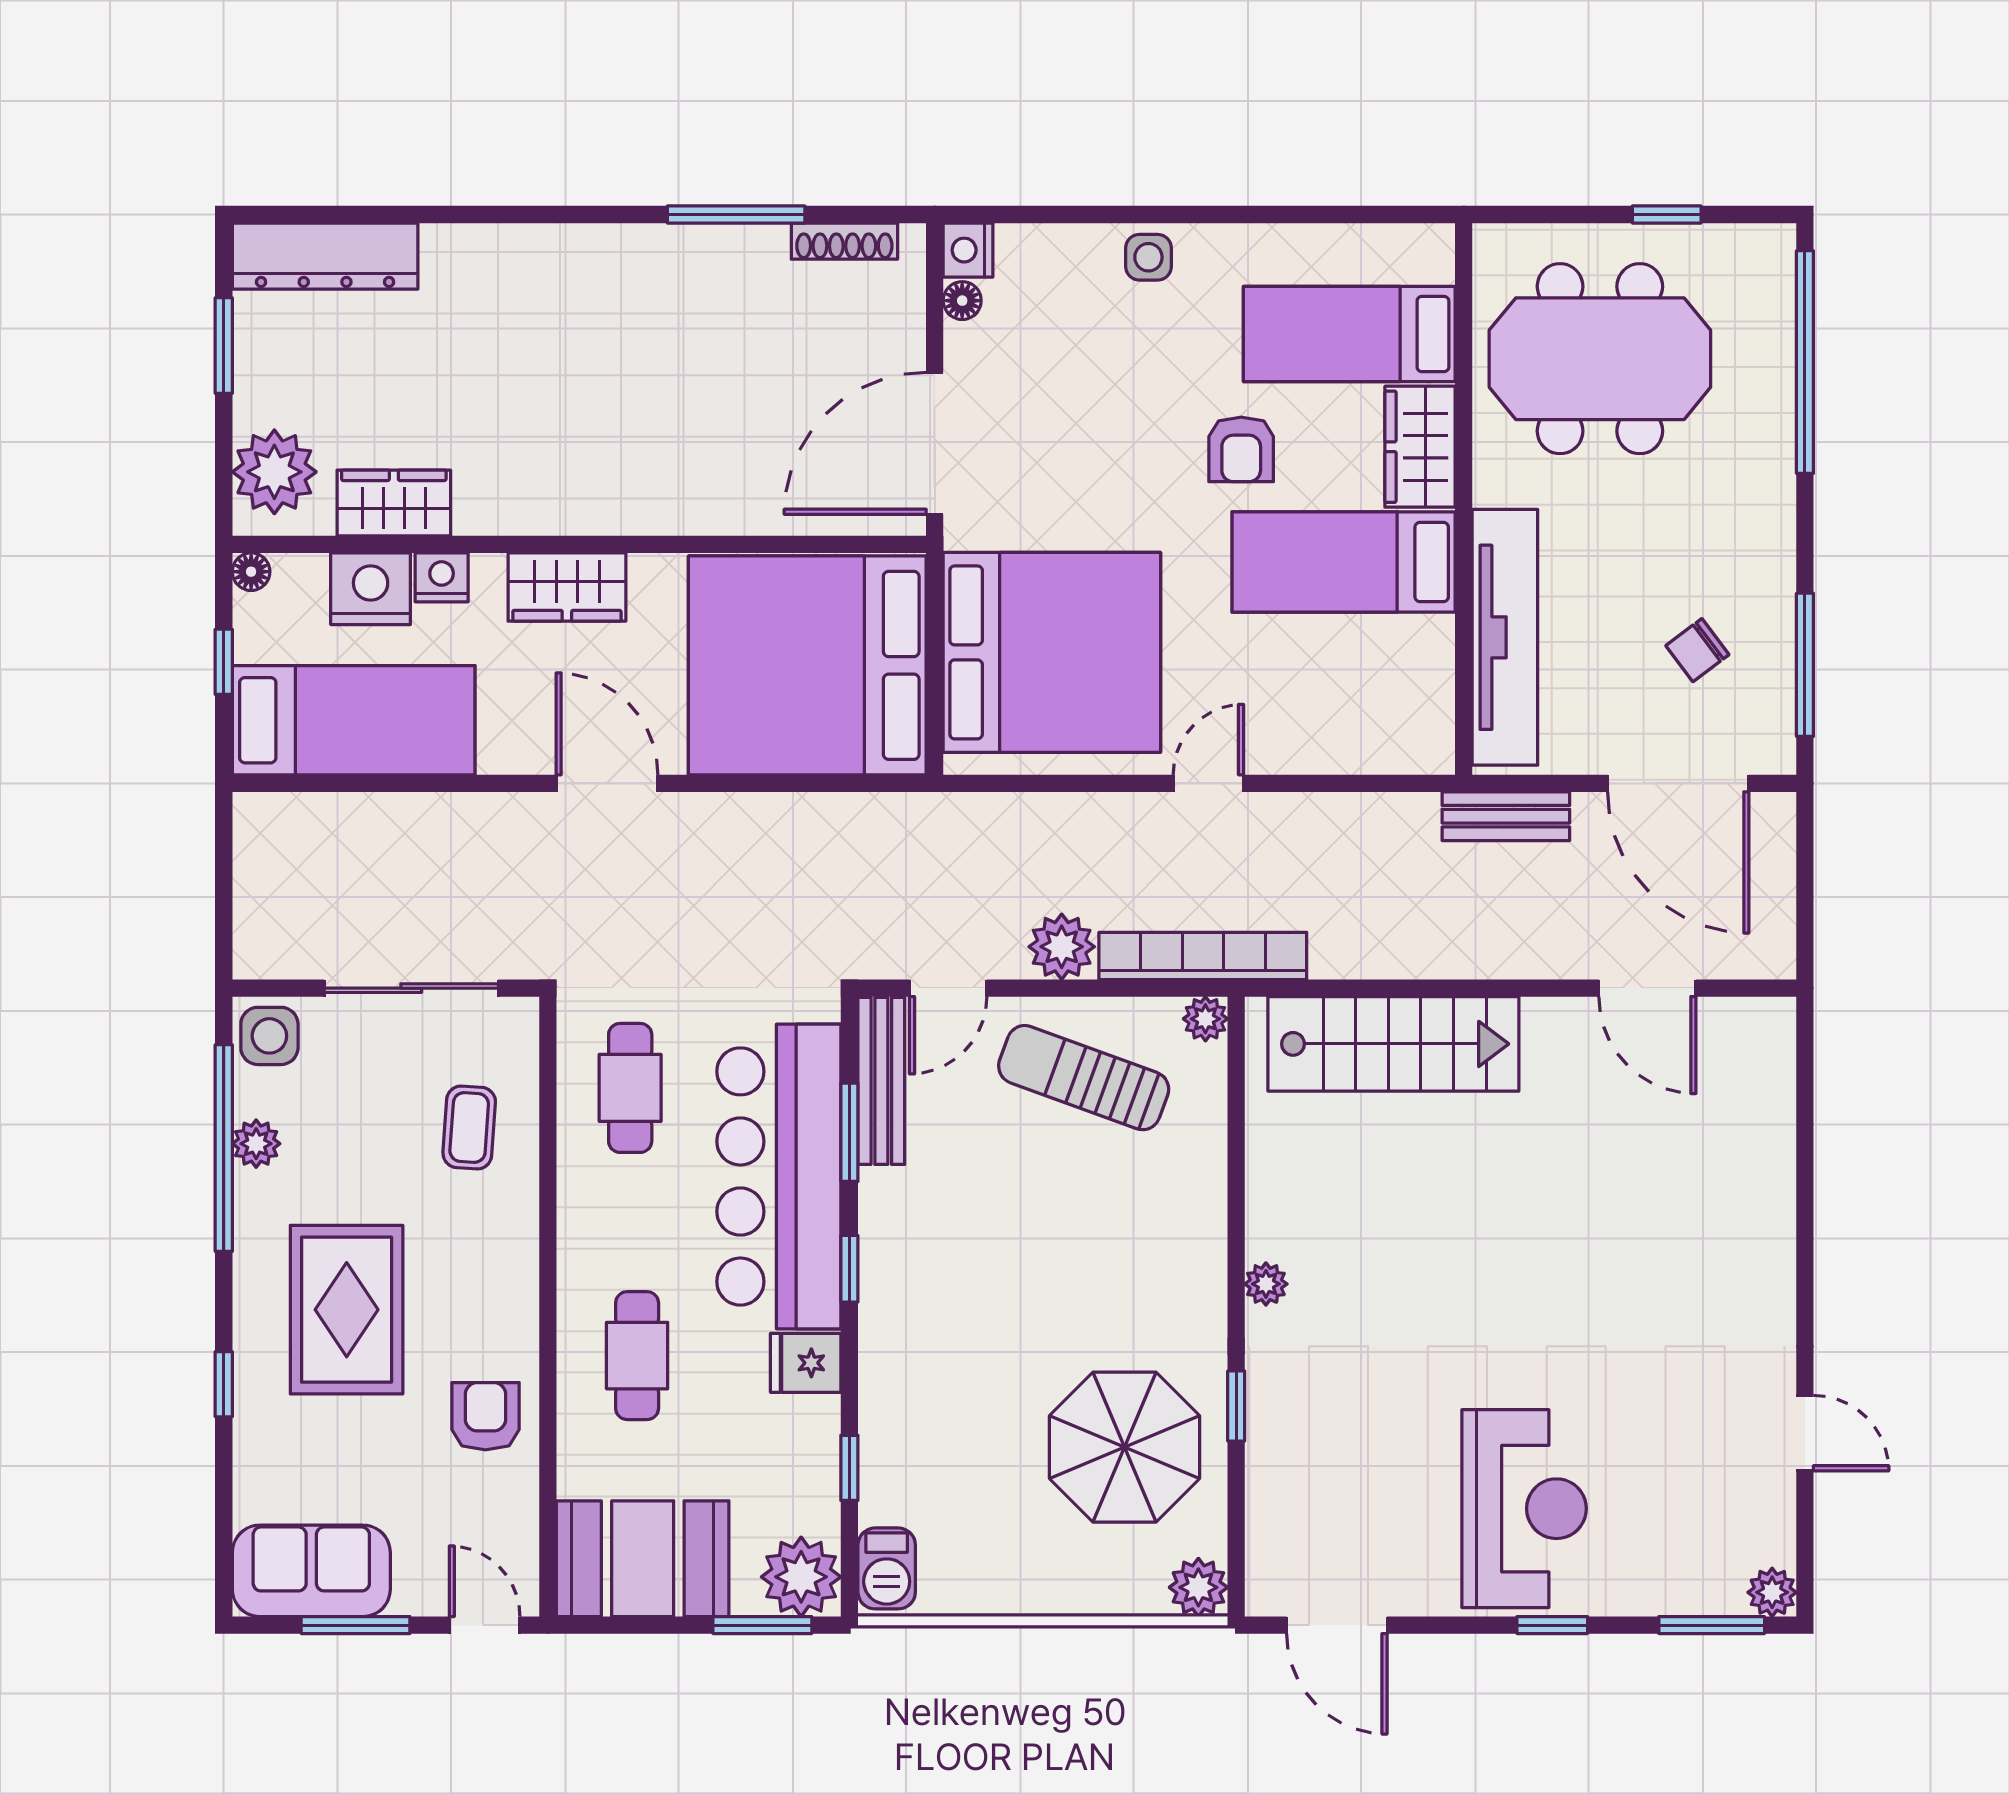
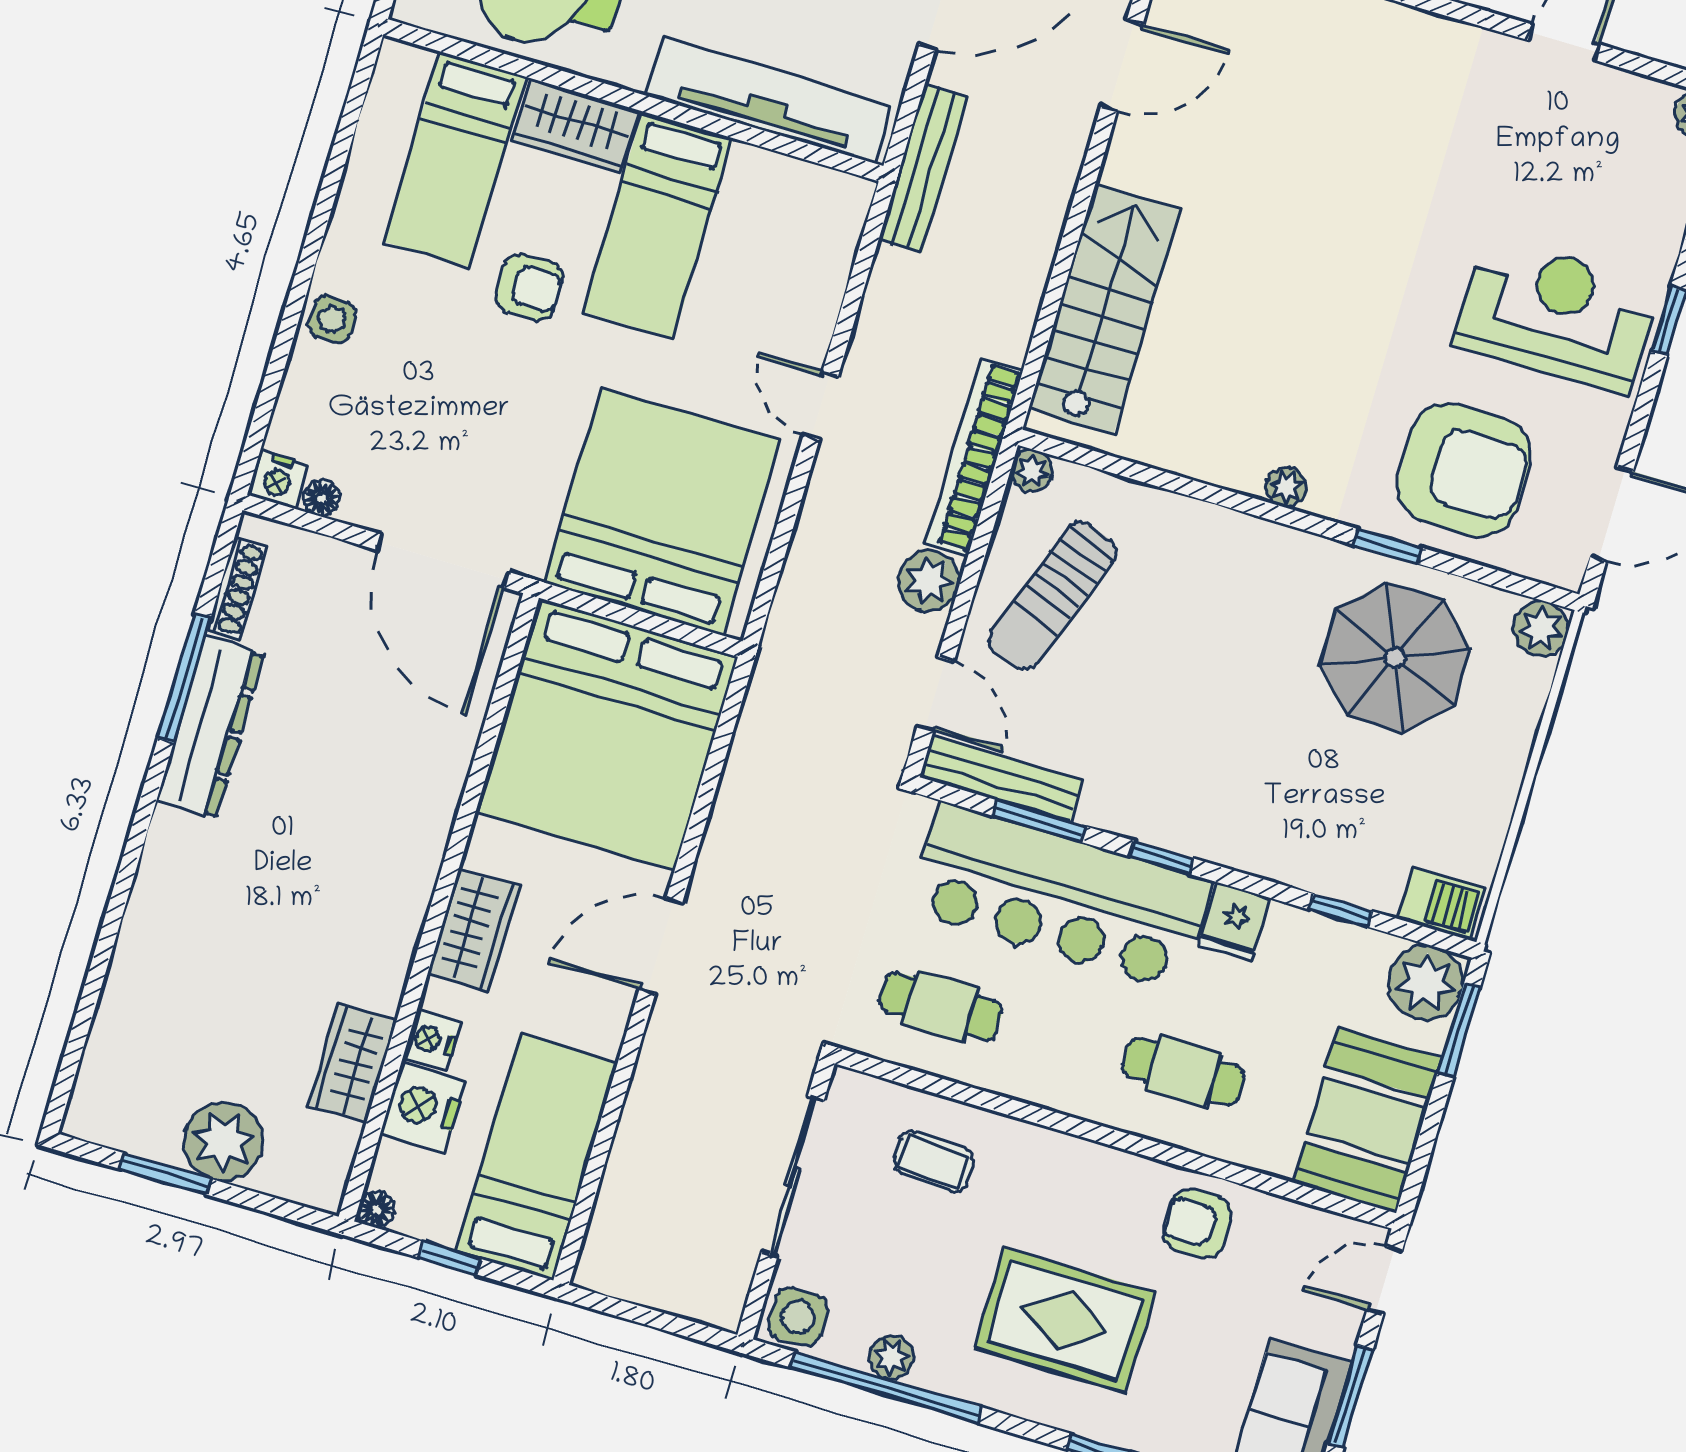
dresser: (325, 256) -> (210, 727), moved
plant: (274, 472) -> (223, 1142), moved
bench: (1506, 816) -> (923, 168), width x1.36
armchair: (1337, 1461) -> (1464, 470), added

